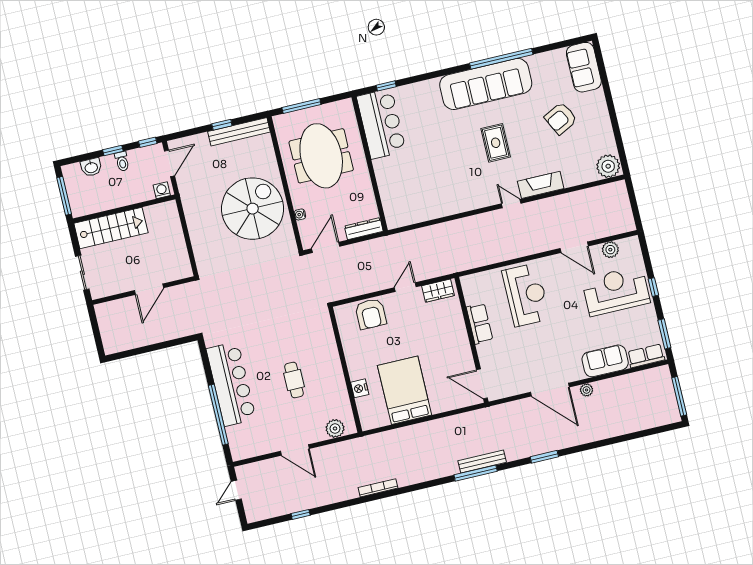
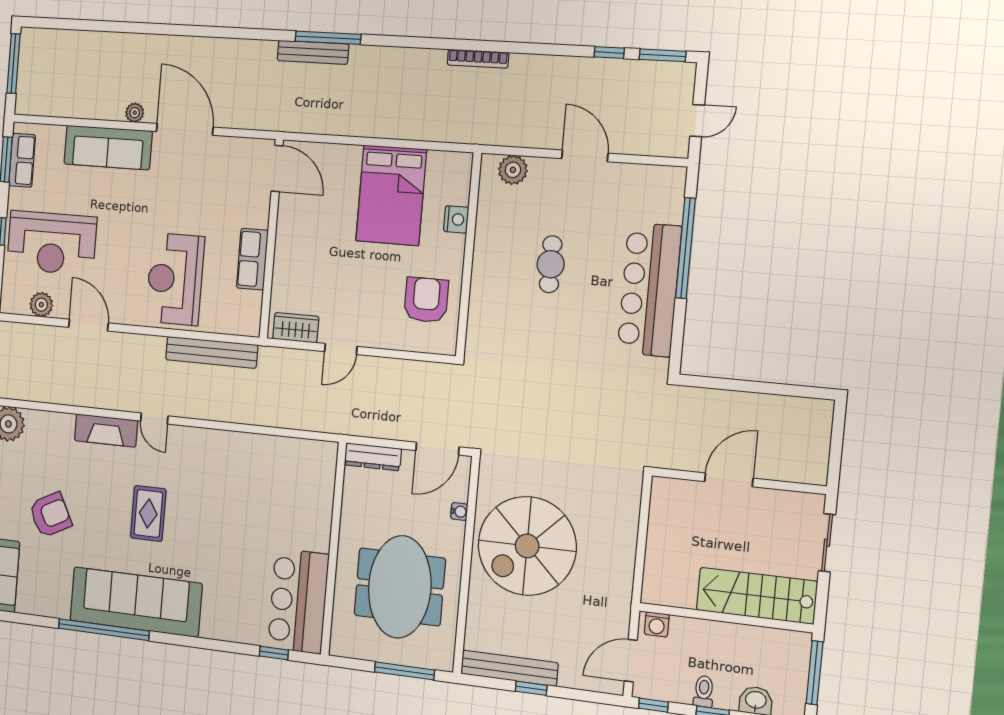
bench: (487, 257) -> (212, 352), added
armchair: (371, 314) -> (426, 300), moved
row of seats: (646, 356) -> (22, 160), moved, turned -90
sofa: (605, 361) -> (108, 148), width x1.36
window: (544, 457) -> (662, 55), moved

